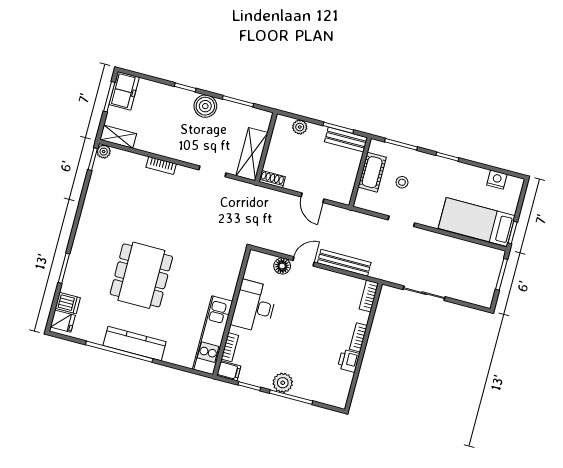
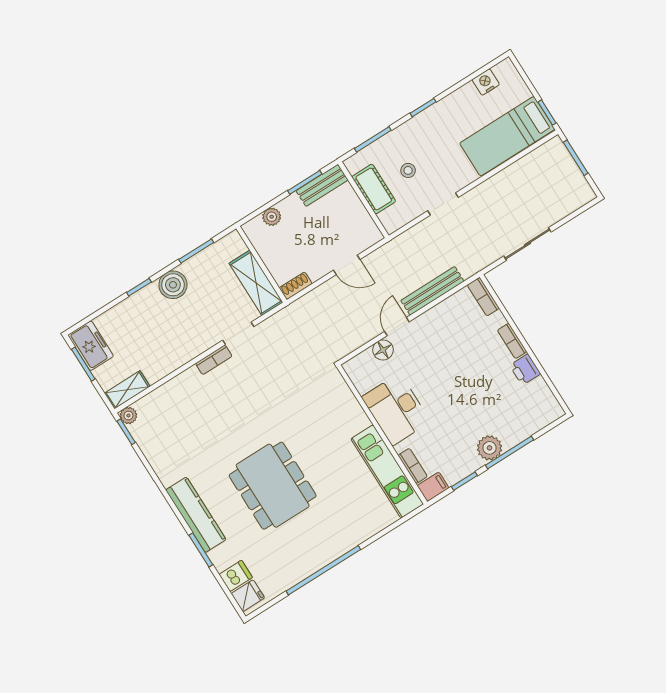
bookcase: (161, 166) -> (214, 360), moved
kitchen counter: (135, 344) -> (196, 515), moved, turned 90

